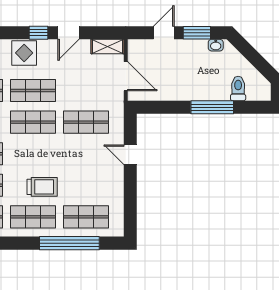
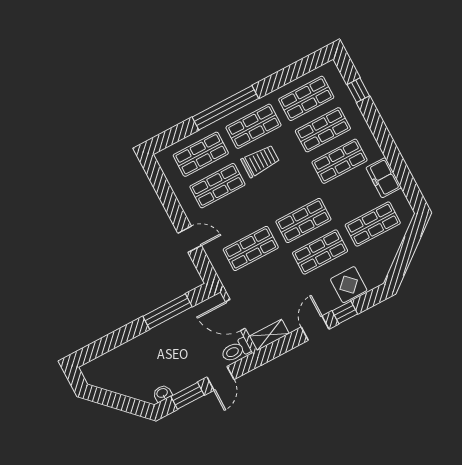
toilet: (238, 88) -> (236, 350), moved, turned 90
window: (212, 107) -> (168, 311), moved
shop shelf: (86, 185) -> (217, 186), added
trolley: (42, 187) -> (260, 161), turned 180
window: (69, 243) -> (225, 108), moved

